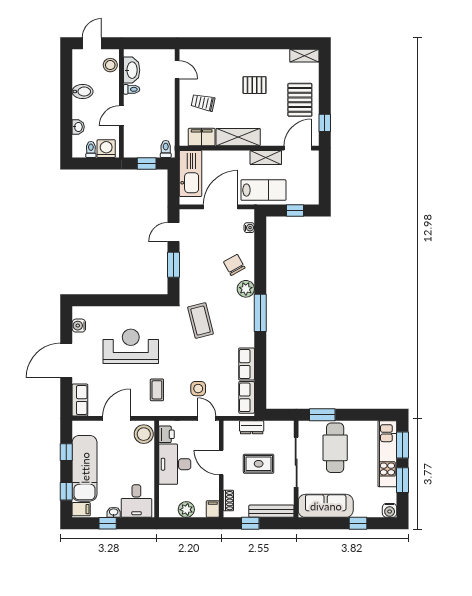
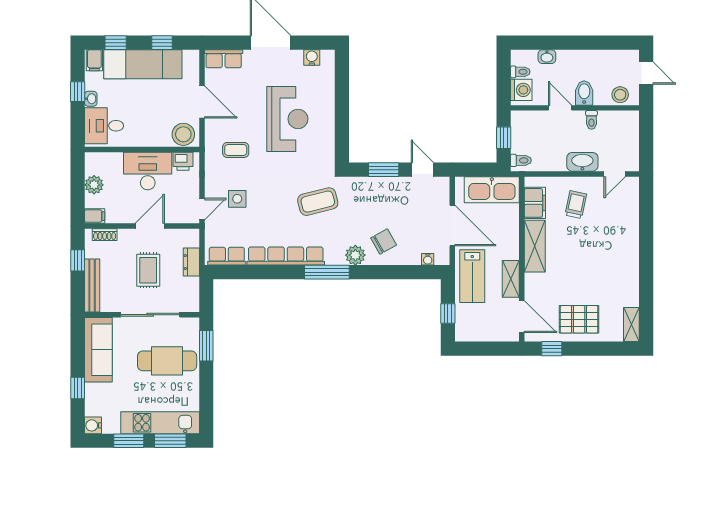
washbasin: (132, 70) -> (582, 162), moved, turned 180
pallet: (255, 85) -> (596, 265), removed
bidet: (83, 92) -> (584, 93), moved, turned 180
row of seats: (247, 364) -> (286, 256), width x2.02

